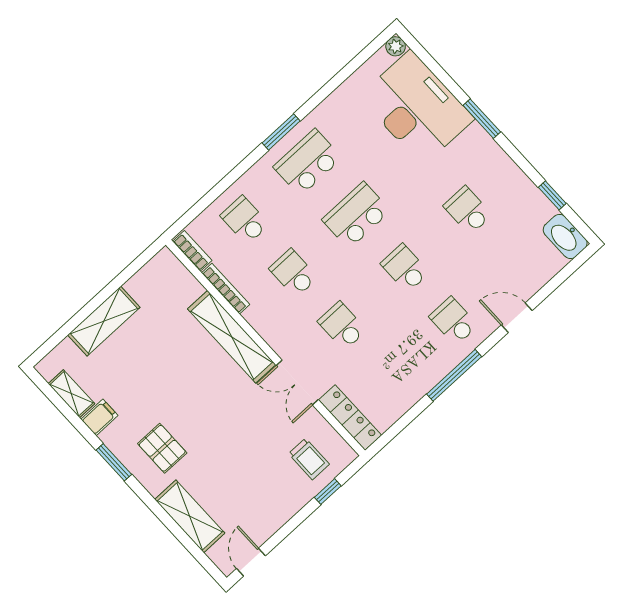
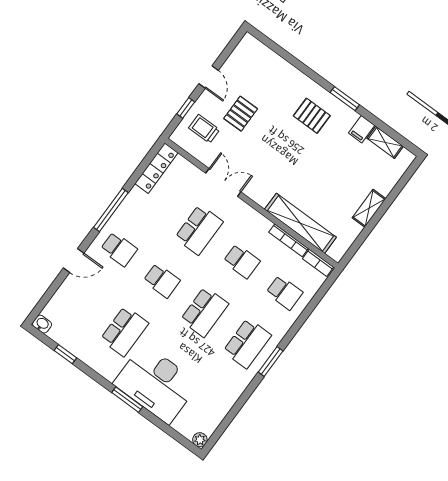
desk: (417, 108) -> (156, 384), moved
school desk: (468, 210) -> (124, 331), width x1.85
washbasin: (565, 236) -> (42, 324), width x0.52, depth x0.69
shelving: (104, 321) -> (369, 208), width x0.67, depth x0.75
school desk: (342, 326) -> (199, 230), width x1.85
shelving: (232, 337) -> (300, 223), moved
locker: (350, 418) -> (156, 168), moved, turned -90
pallet: (256, 470) -> (241, 114), added
shelving: (190, 516) -> (282, 70), removed
door: (251, 562) -> (209, 77), moved

